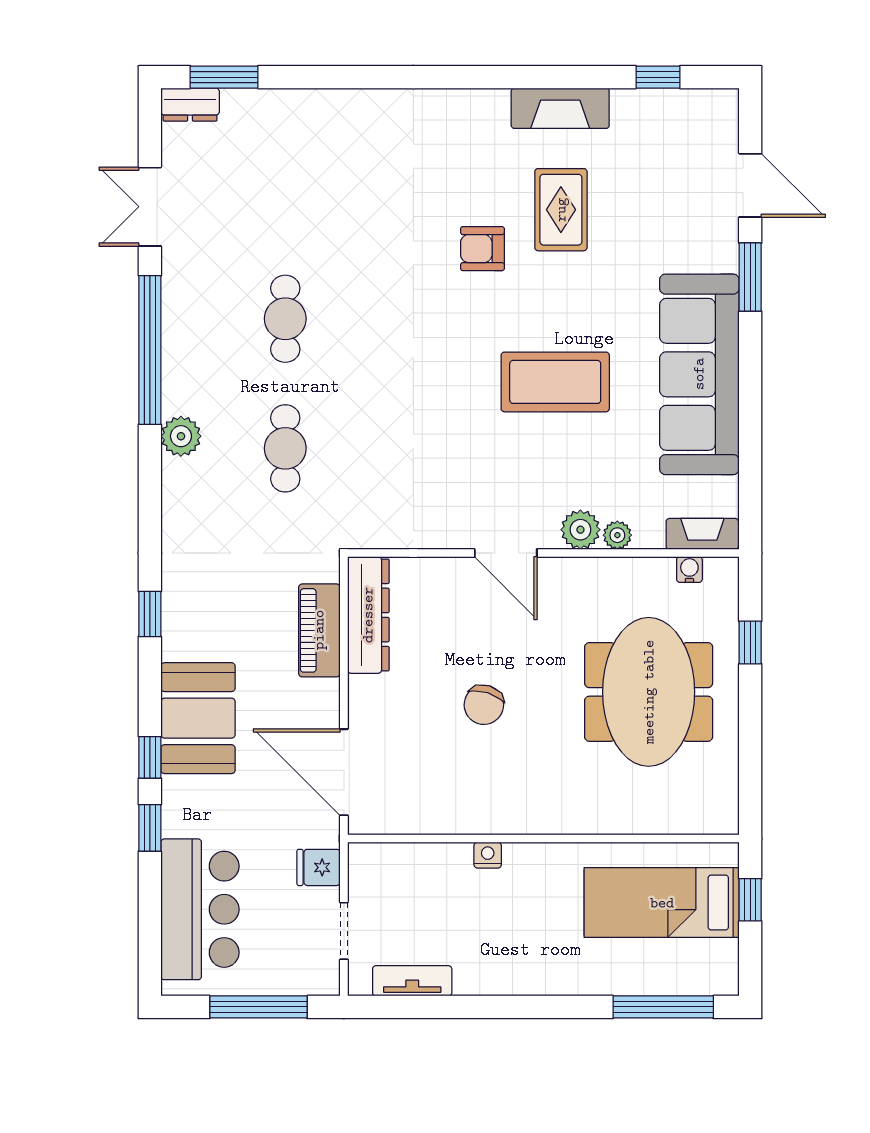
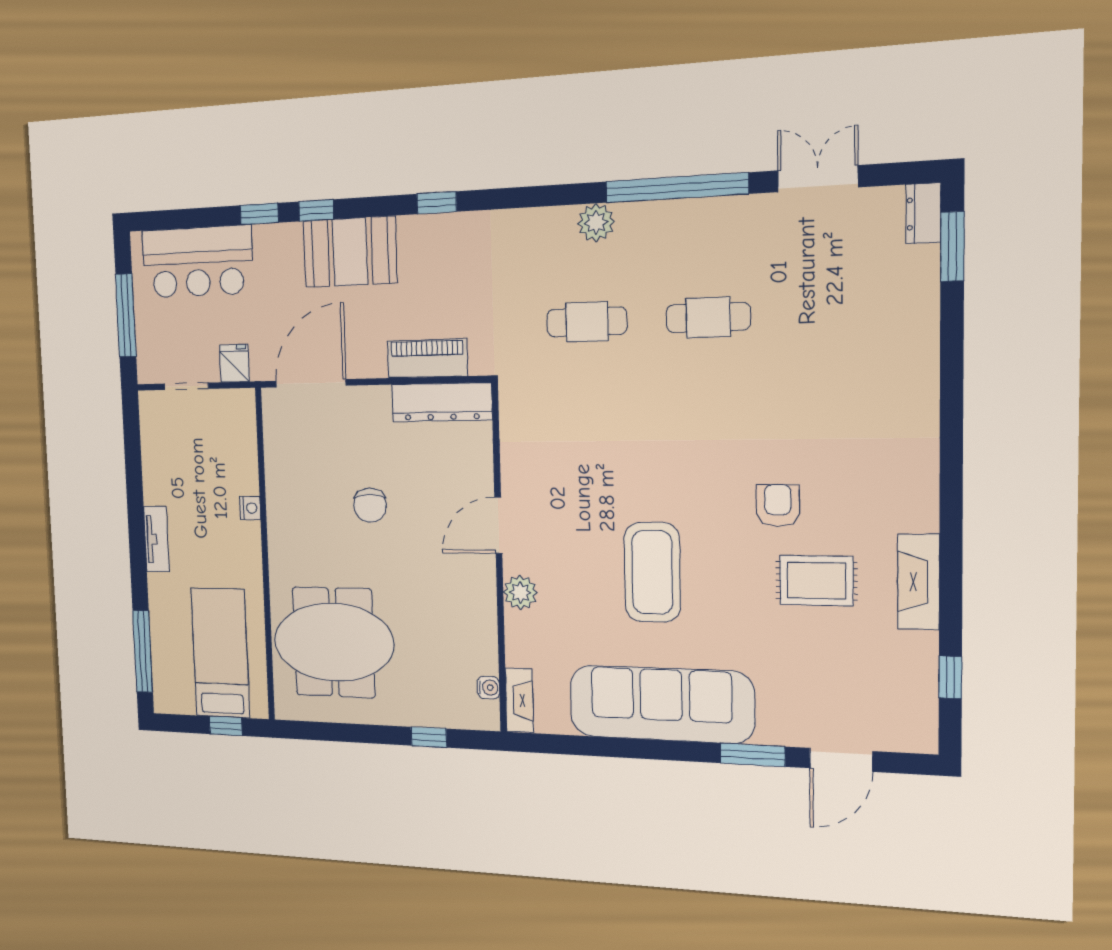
plant: (617, 535) -> (516, 625), removed
meeting table: (649, 692) -> (334, 642), moved
chair: (484, 705) -> (370, 505), turned -107
tv unit: (412, 981) -> (156, 539), moved

